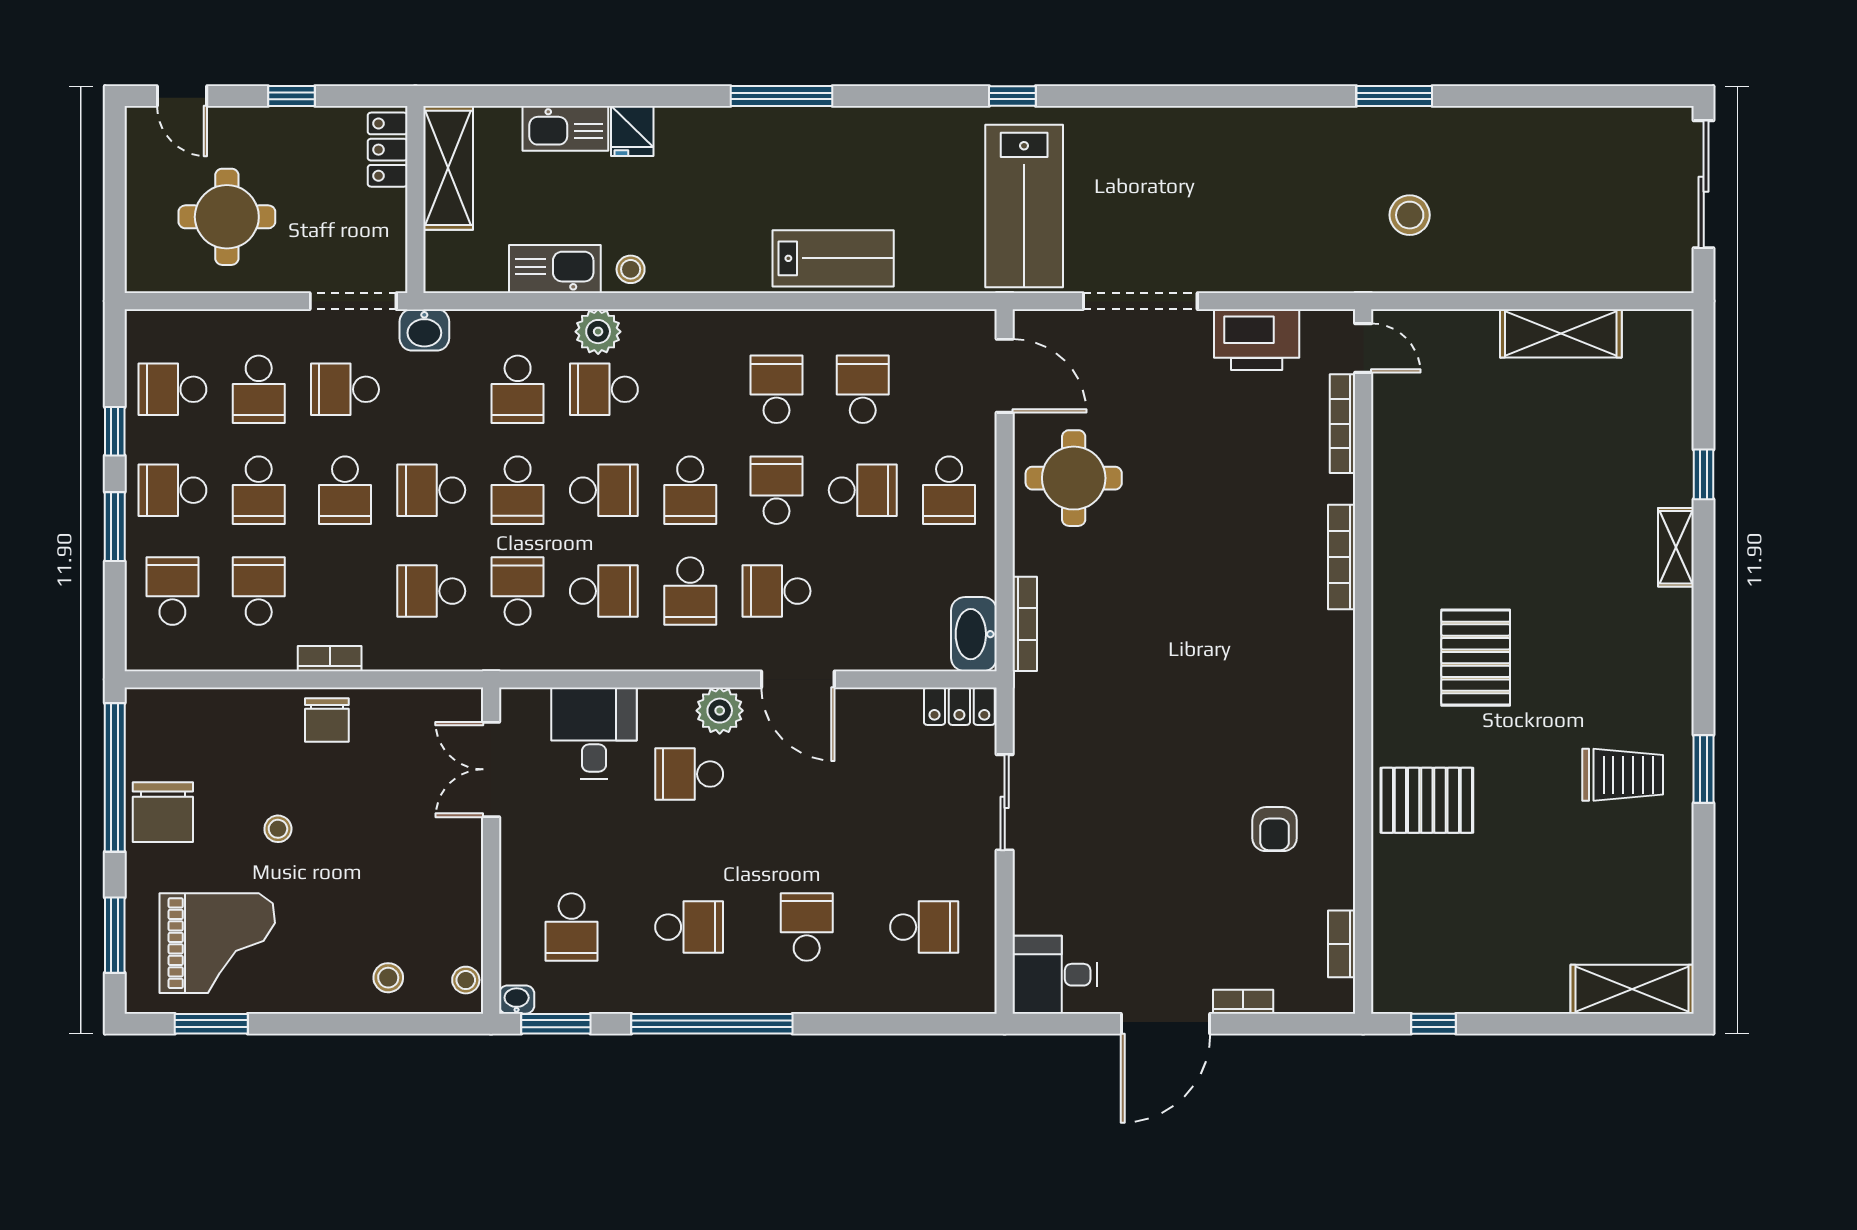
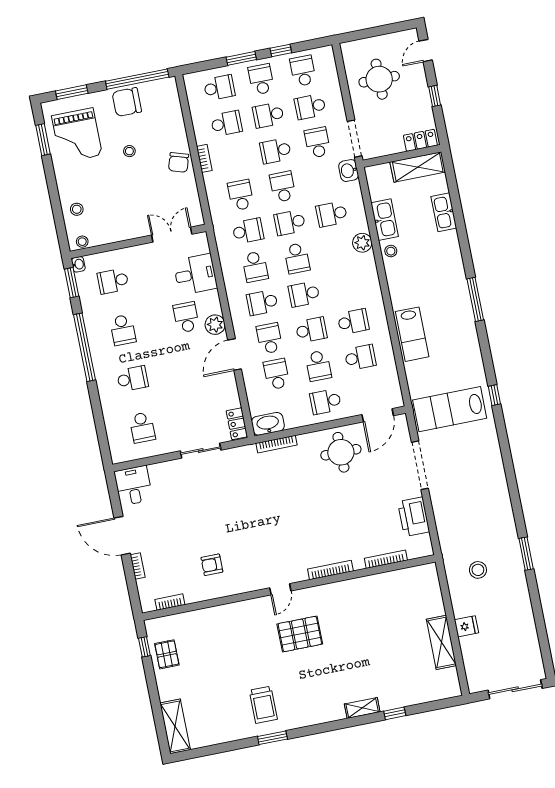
fridge: (632, 131) -> (466, 626), moved, turned 180
door: (1363, 348) -> (280, 589), moved
school desk: (604, 389) -> (277, 374), moved
chair: (327, 720) -> (179, 162), turned -73
pallet: (1427, 800) -> (167, 654), moved, width x0.67, depth x0.71

